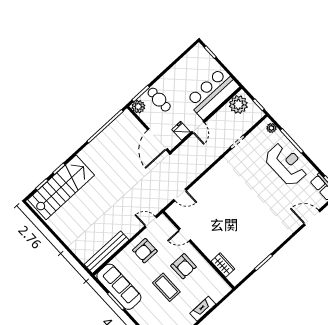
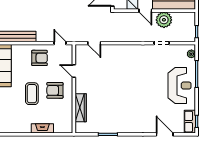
plant: (238, 105) -> (164, 20), moved
door: (198, 127) -> (145, 11), hinge flipped
armchair: (145, 251) -> (40, 58), turned 180
wardrobe: (223, 265) -> (81, 108), width x1.50
armchair: (184, 266) -> (55, 90), turned 90

